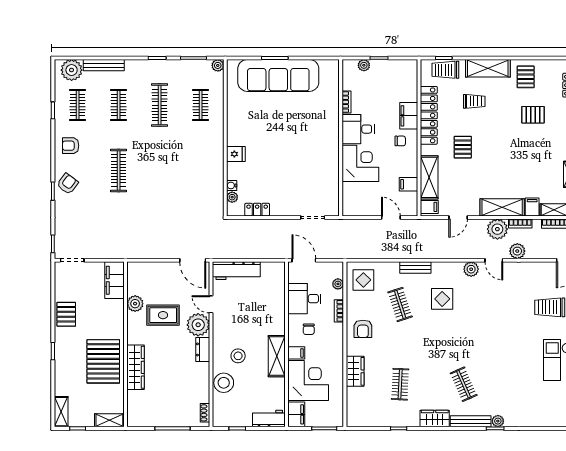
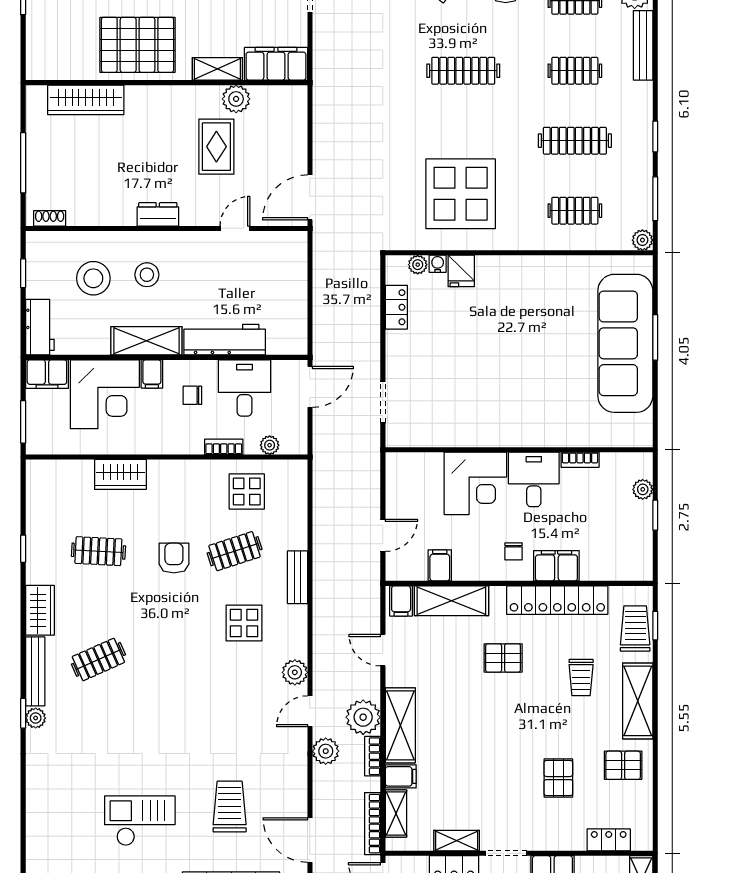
fridge: (236, 154) -> (461, 271), moved
display table: (191, 172) -> (461, 194), added
workbench: (236, 271) -> (225, 340), moved, turned 90
display table: (363, 280) -> (247, 491), moved
plant: (198, 325) -> (200, 207), removed
armchair: (363, 329) -> (174, 558), moved, turned 90
wardrobe: (136, 367) -> (86, 100), moved
stool: (224, 383) -> (93, 278), moved
shelving: (109, 420) -> (217, 69), moved, turned 90

